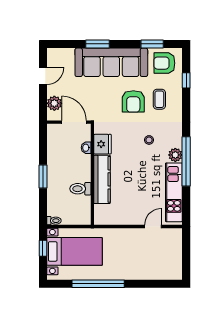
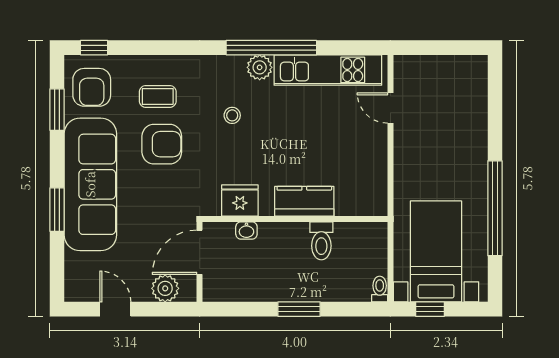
window: (186, 80) -> (94, 48), moved
kitchen counter: (102, 179) -> (304, 201), width x0.67

